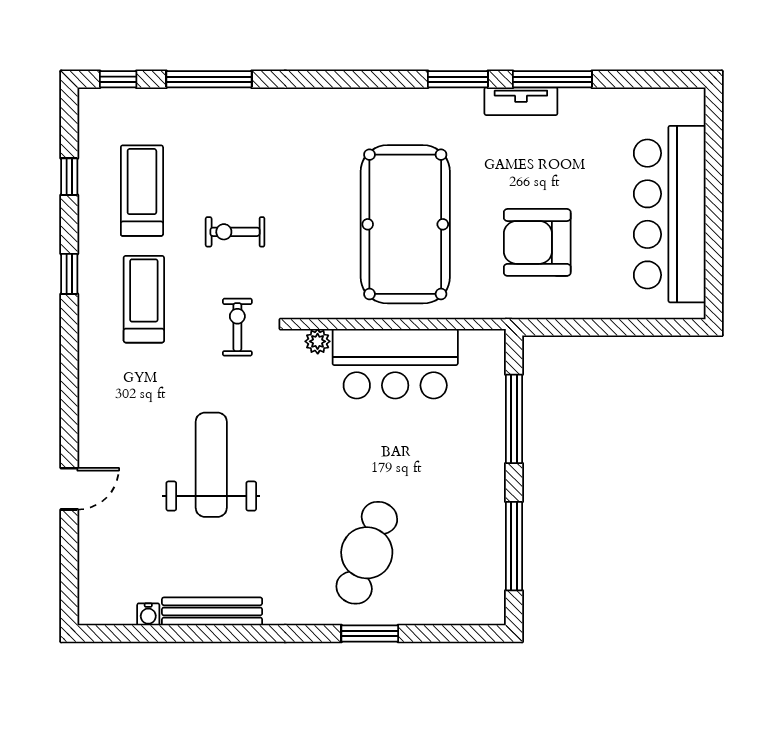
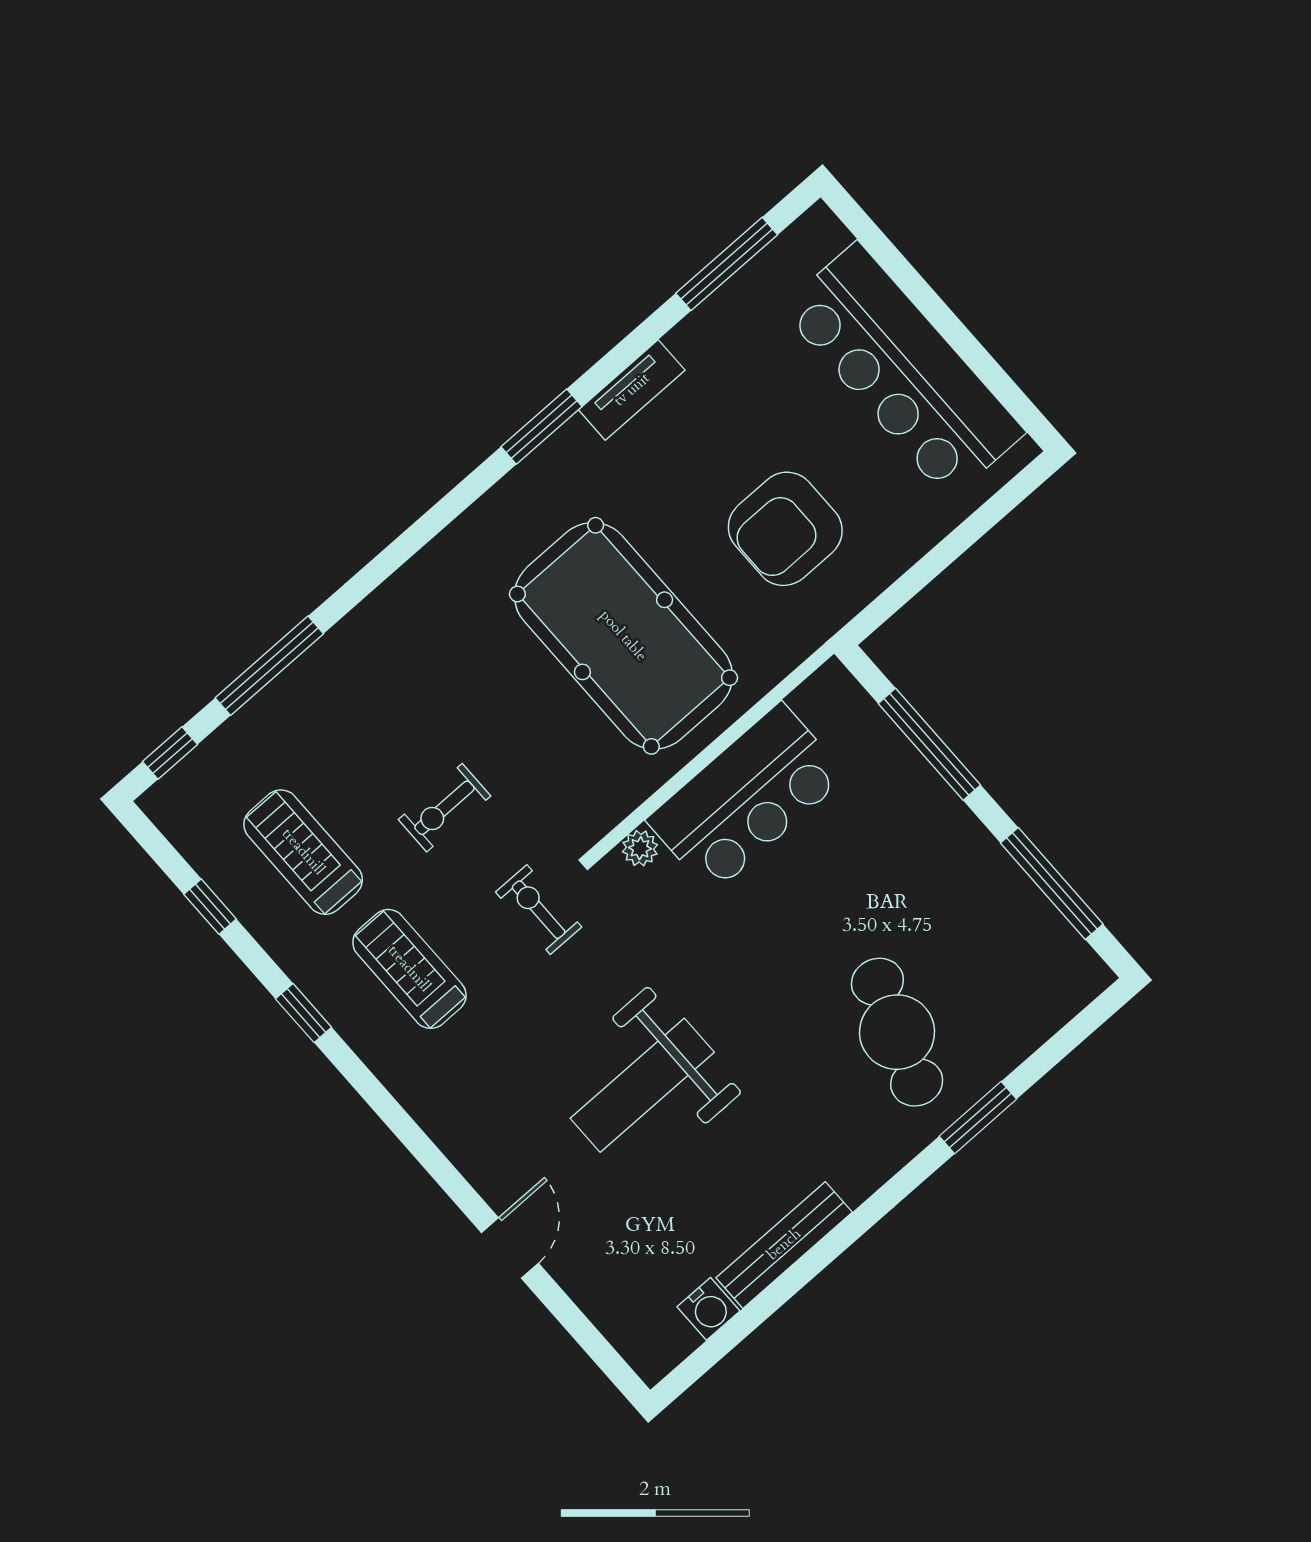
window: (552, 79) -> (727, 264), moved
weight bench: (211, 465) -> (642, 1085), turned -90
water cooler: (148, 614) -> (708, 1309), width x1.38, depth x1.38

